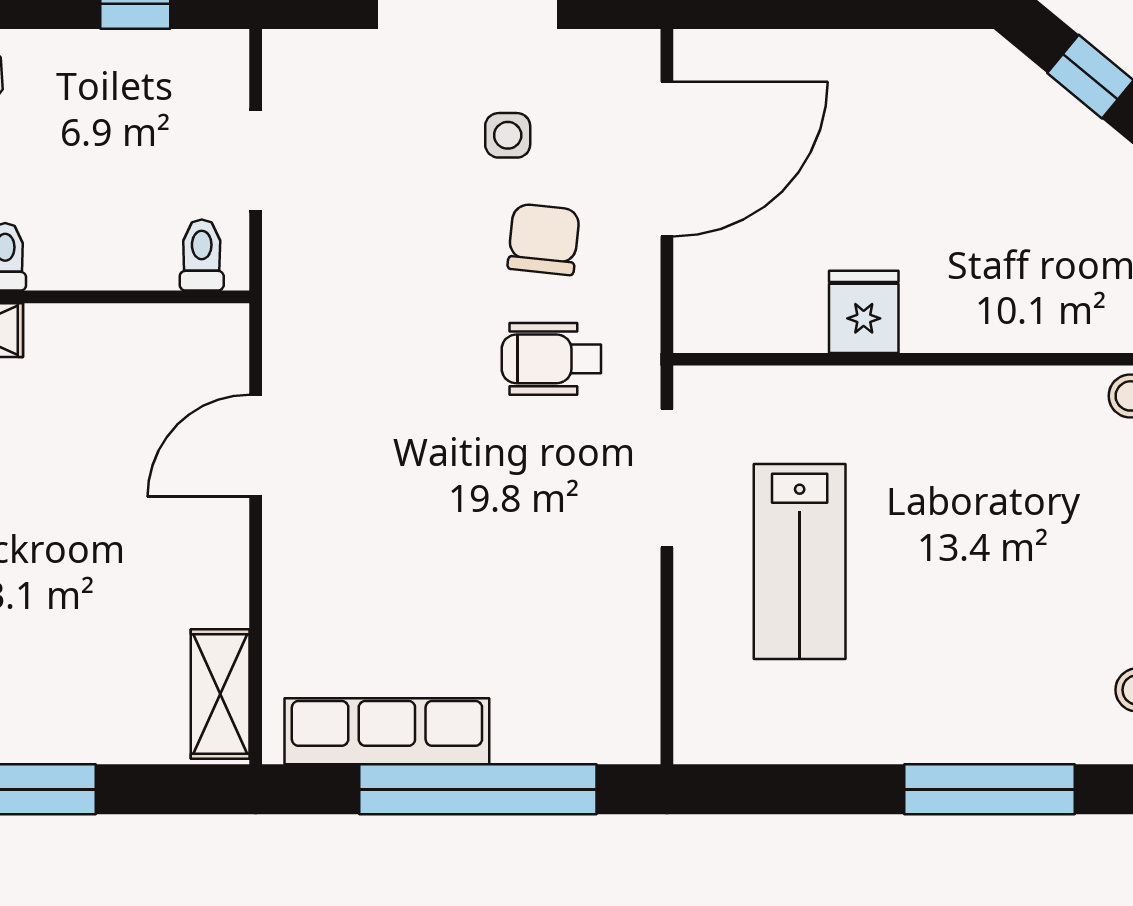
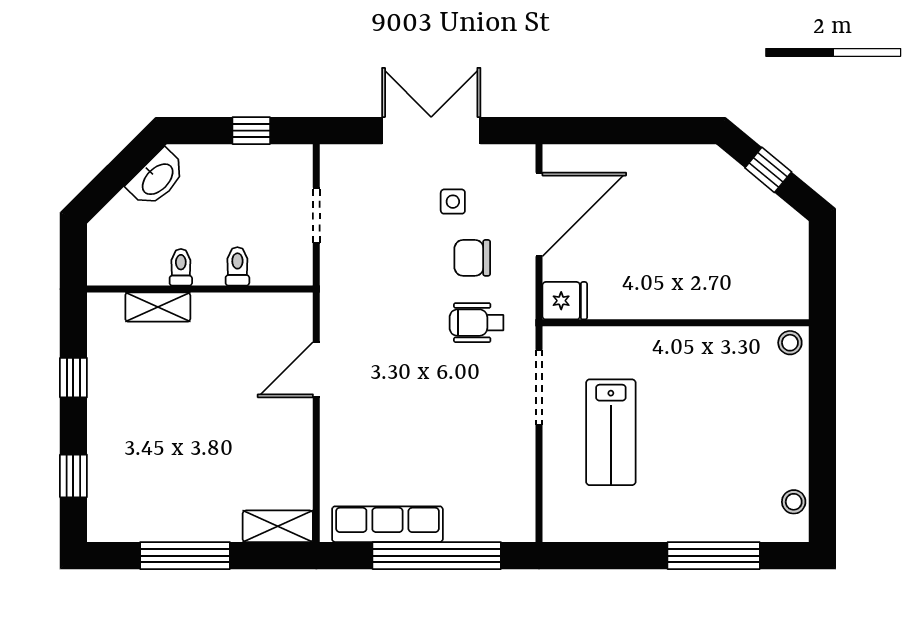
chair: (544, 239) -> (472, 258), turned -96
toilet: (202, 255) -> (237, 266), moved
fridge: (864, 312) -> (565, 301), moved, turned 90
shelving: (220, 694) -> (278, 526), moved, turned 90

